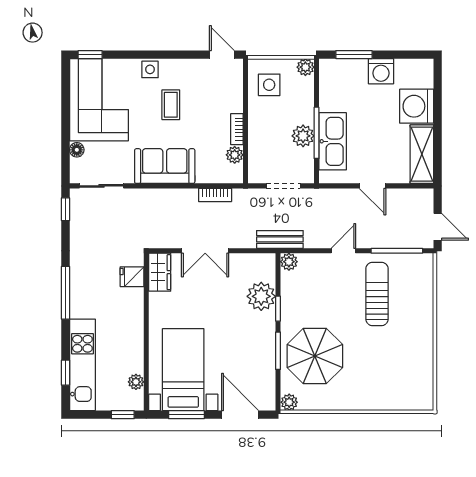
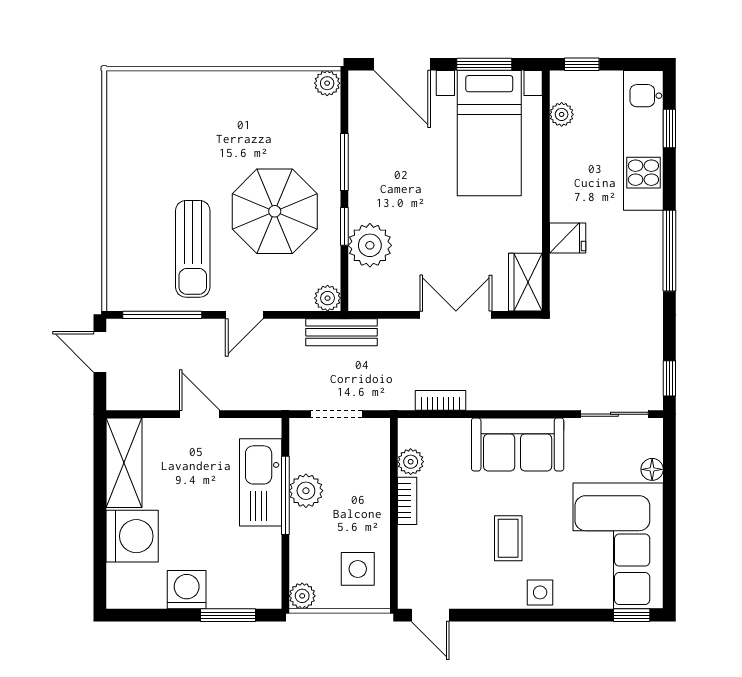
fridge: (132, 277) -> (568, 238), moved
parasol: (315, 356) -> (275, 211), moved

